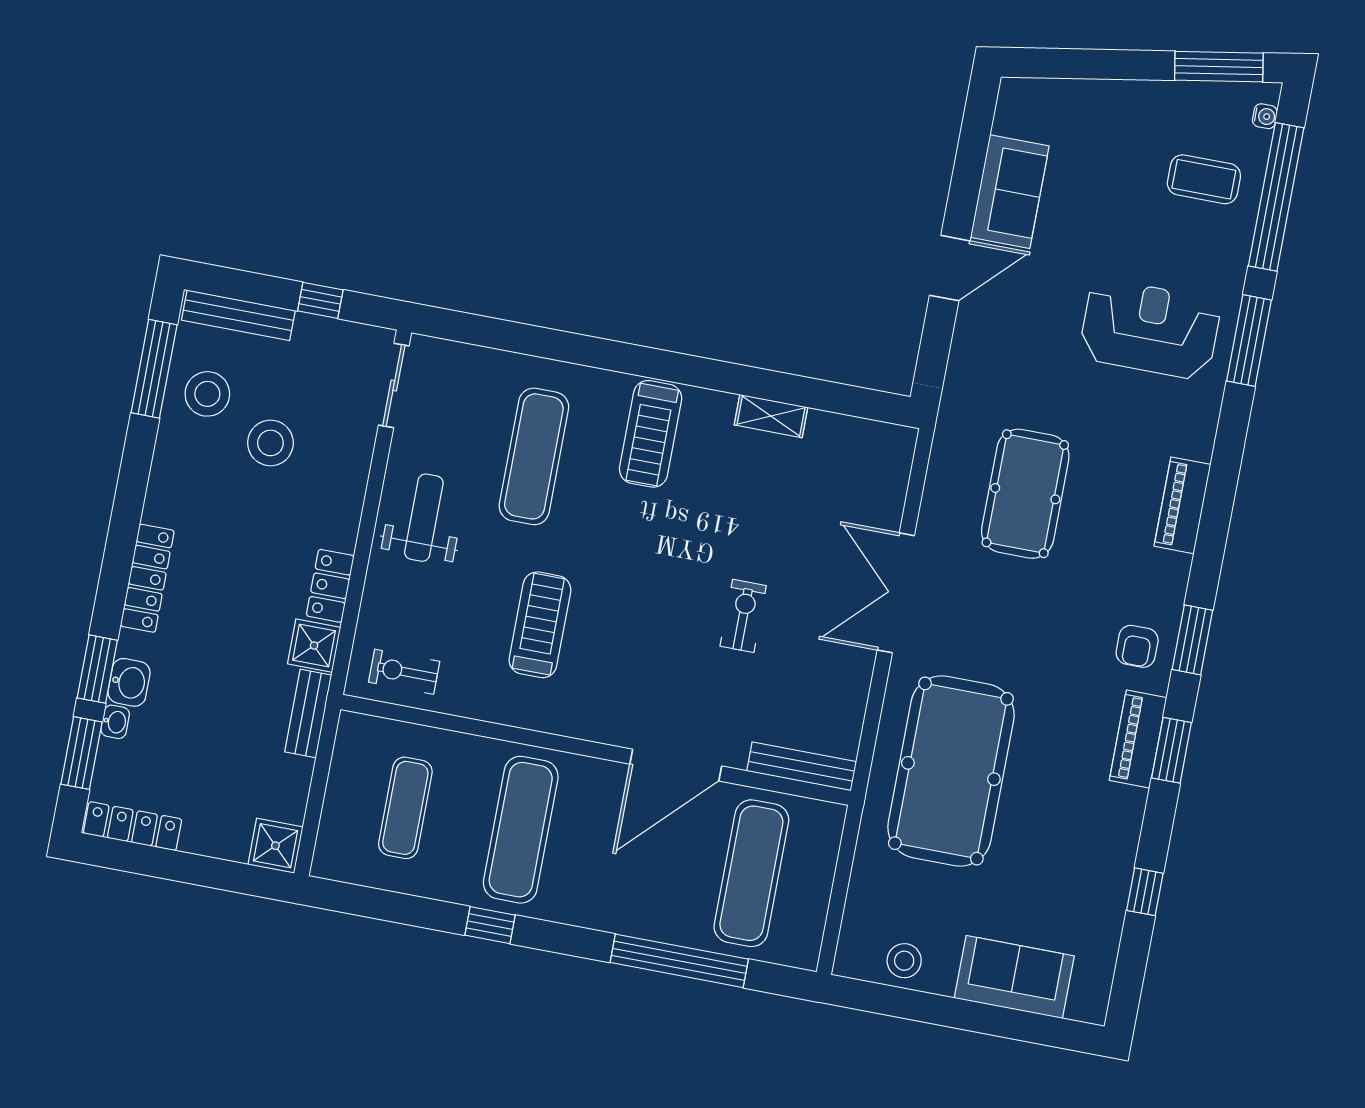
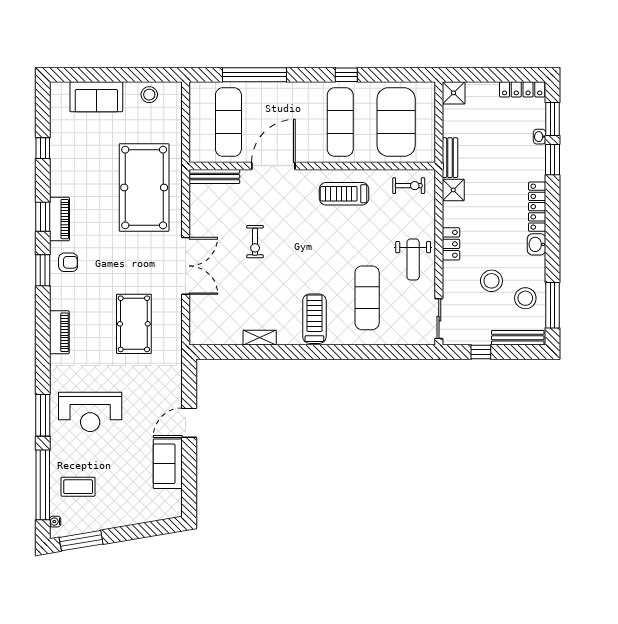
locker: (330, 586) -> (451, 244), moved
treadmill: (540, 625) -> (344, 194), moved, turned 90
armchair: (1137, 646) -> (68, 262), turned 90
washbasin: (129, 682) -> (536, 244), moved
exercise mat: (405, 808) -> (396, 122), width x2.00, depth x1.45

